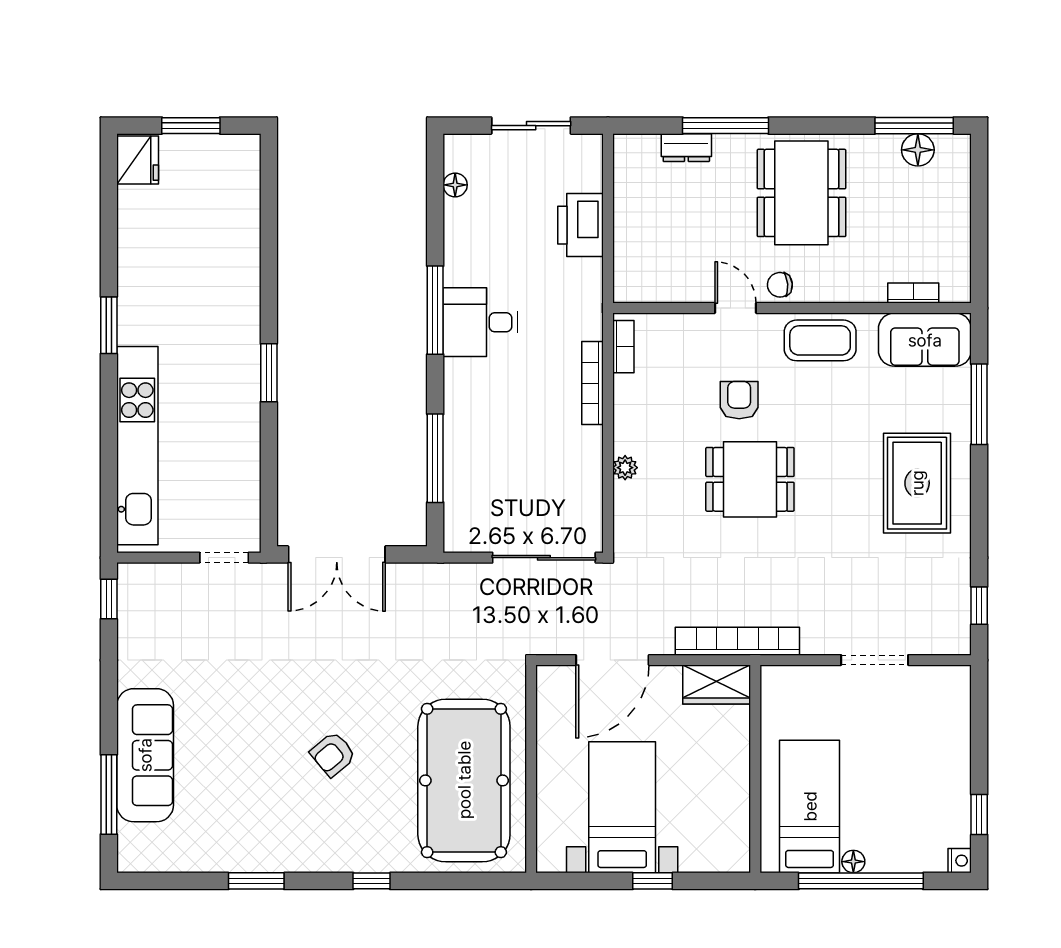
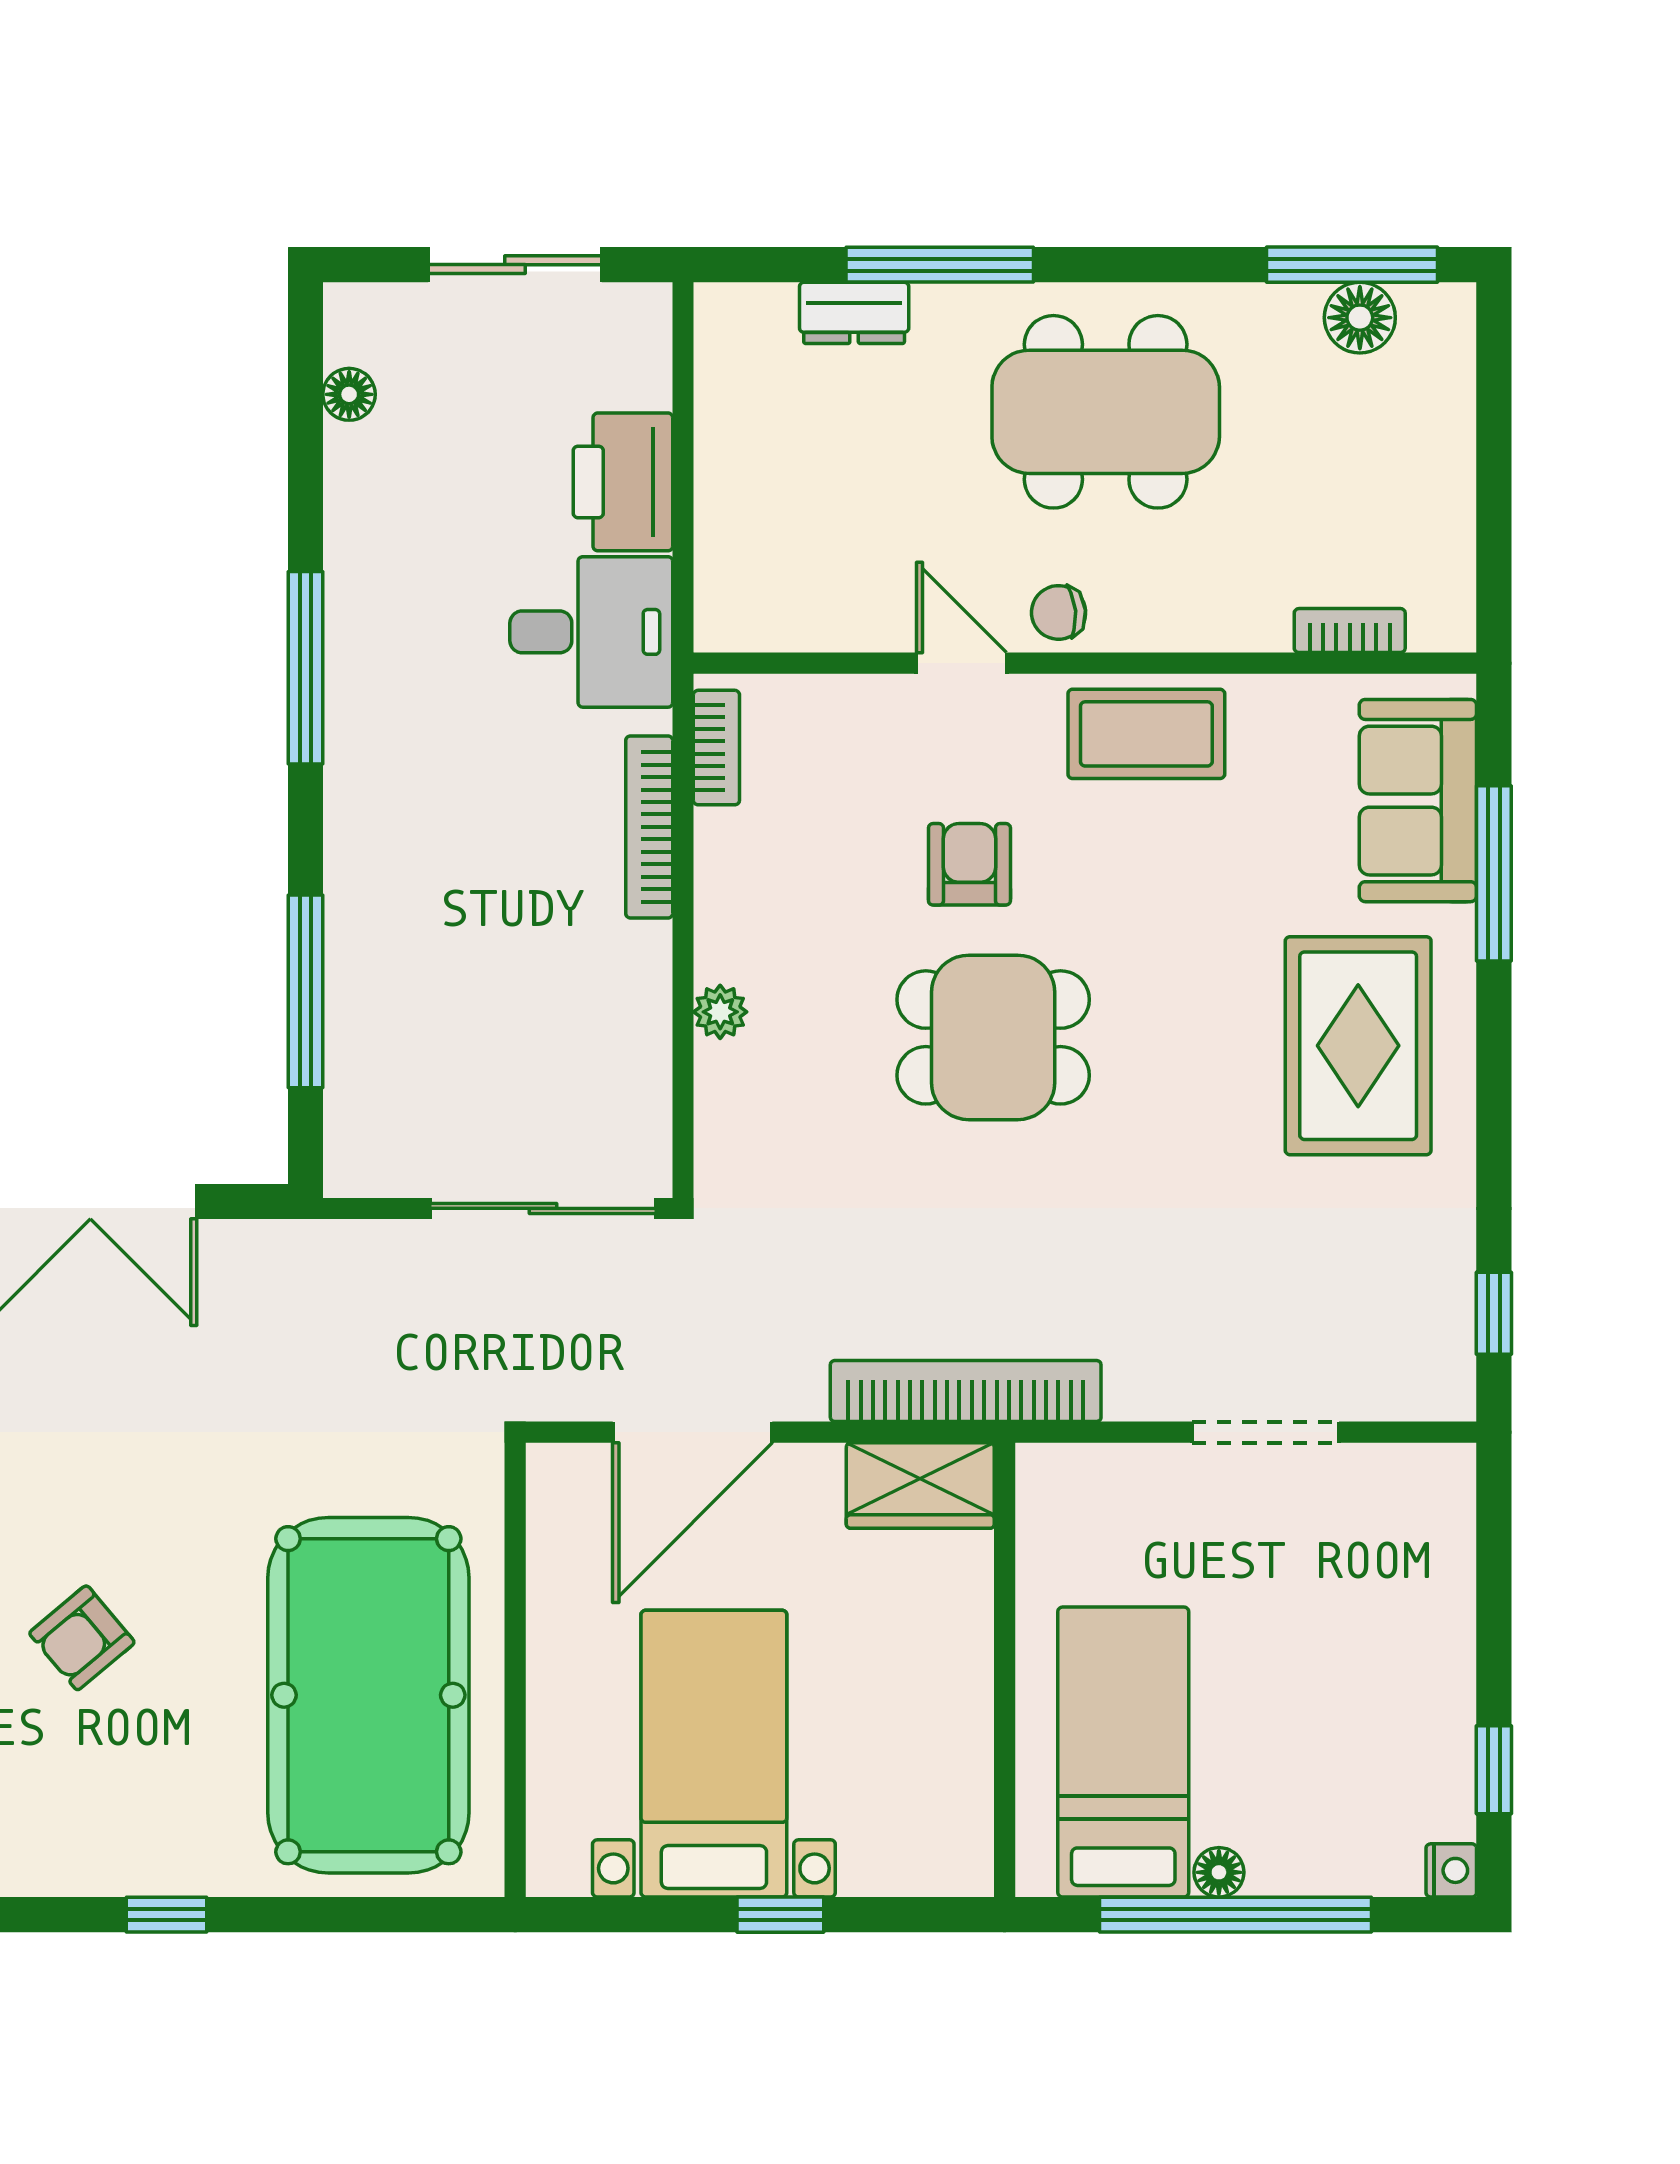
dining table: (801, 193) -> (1106, 412), turned 90
desk: (480, 322) -> (591, 632), moved, turned 180
sofa: (925, 340) -> (1418, 801), moved, turned 90

